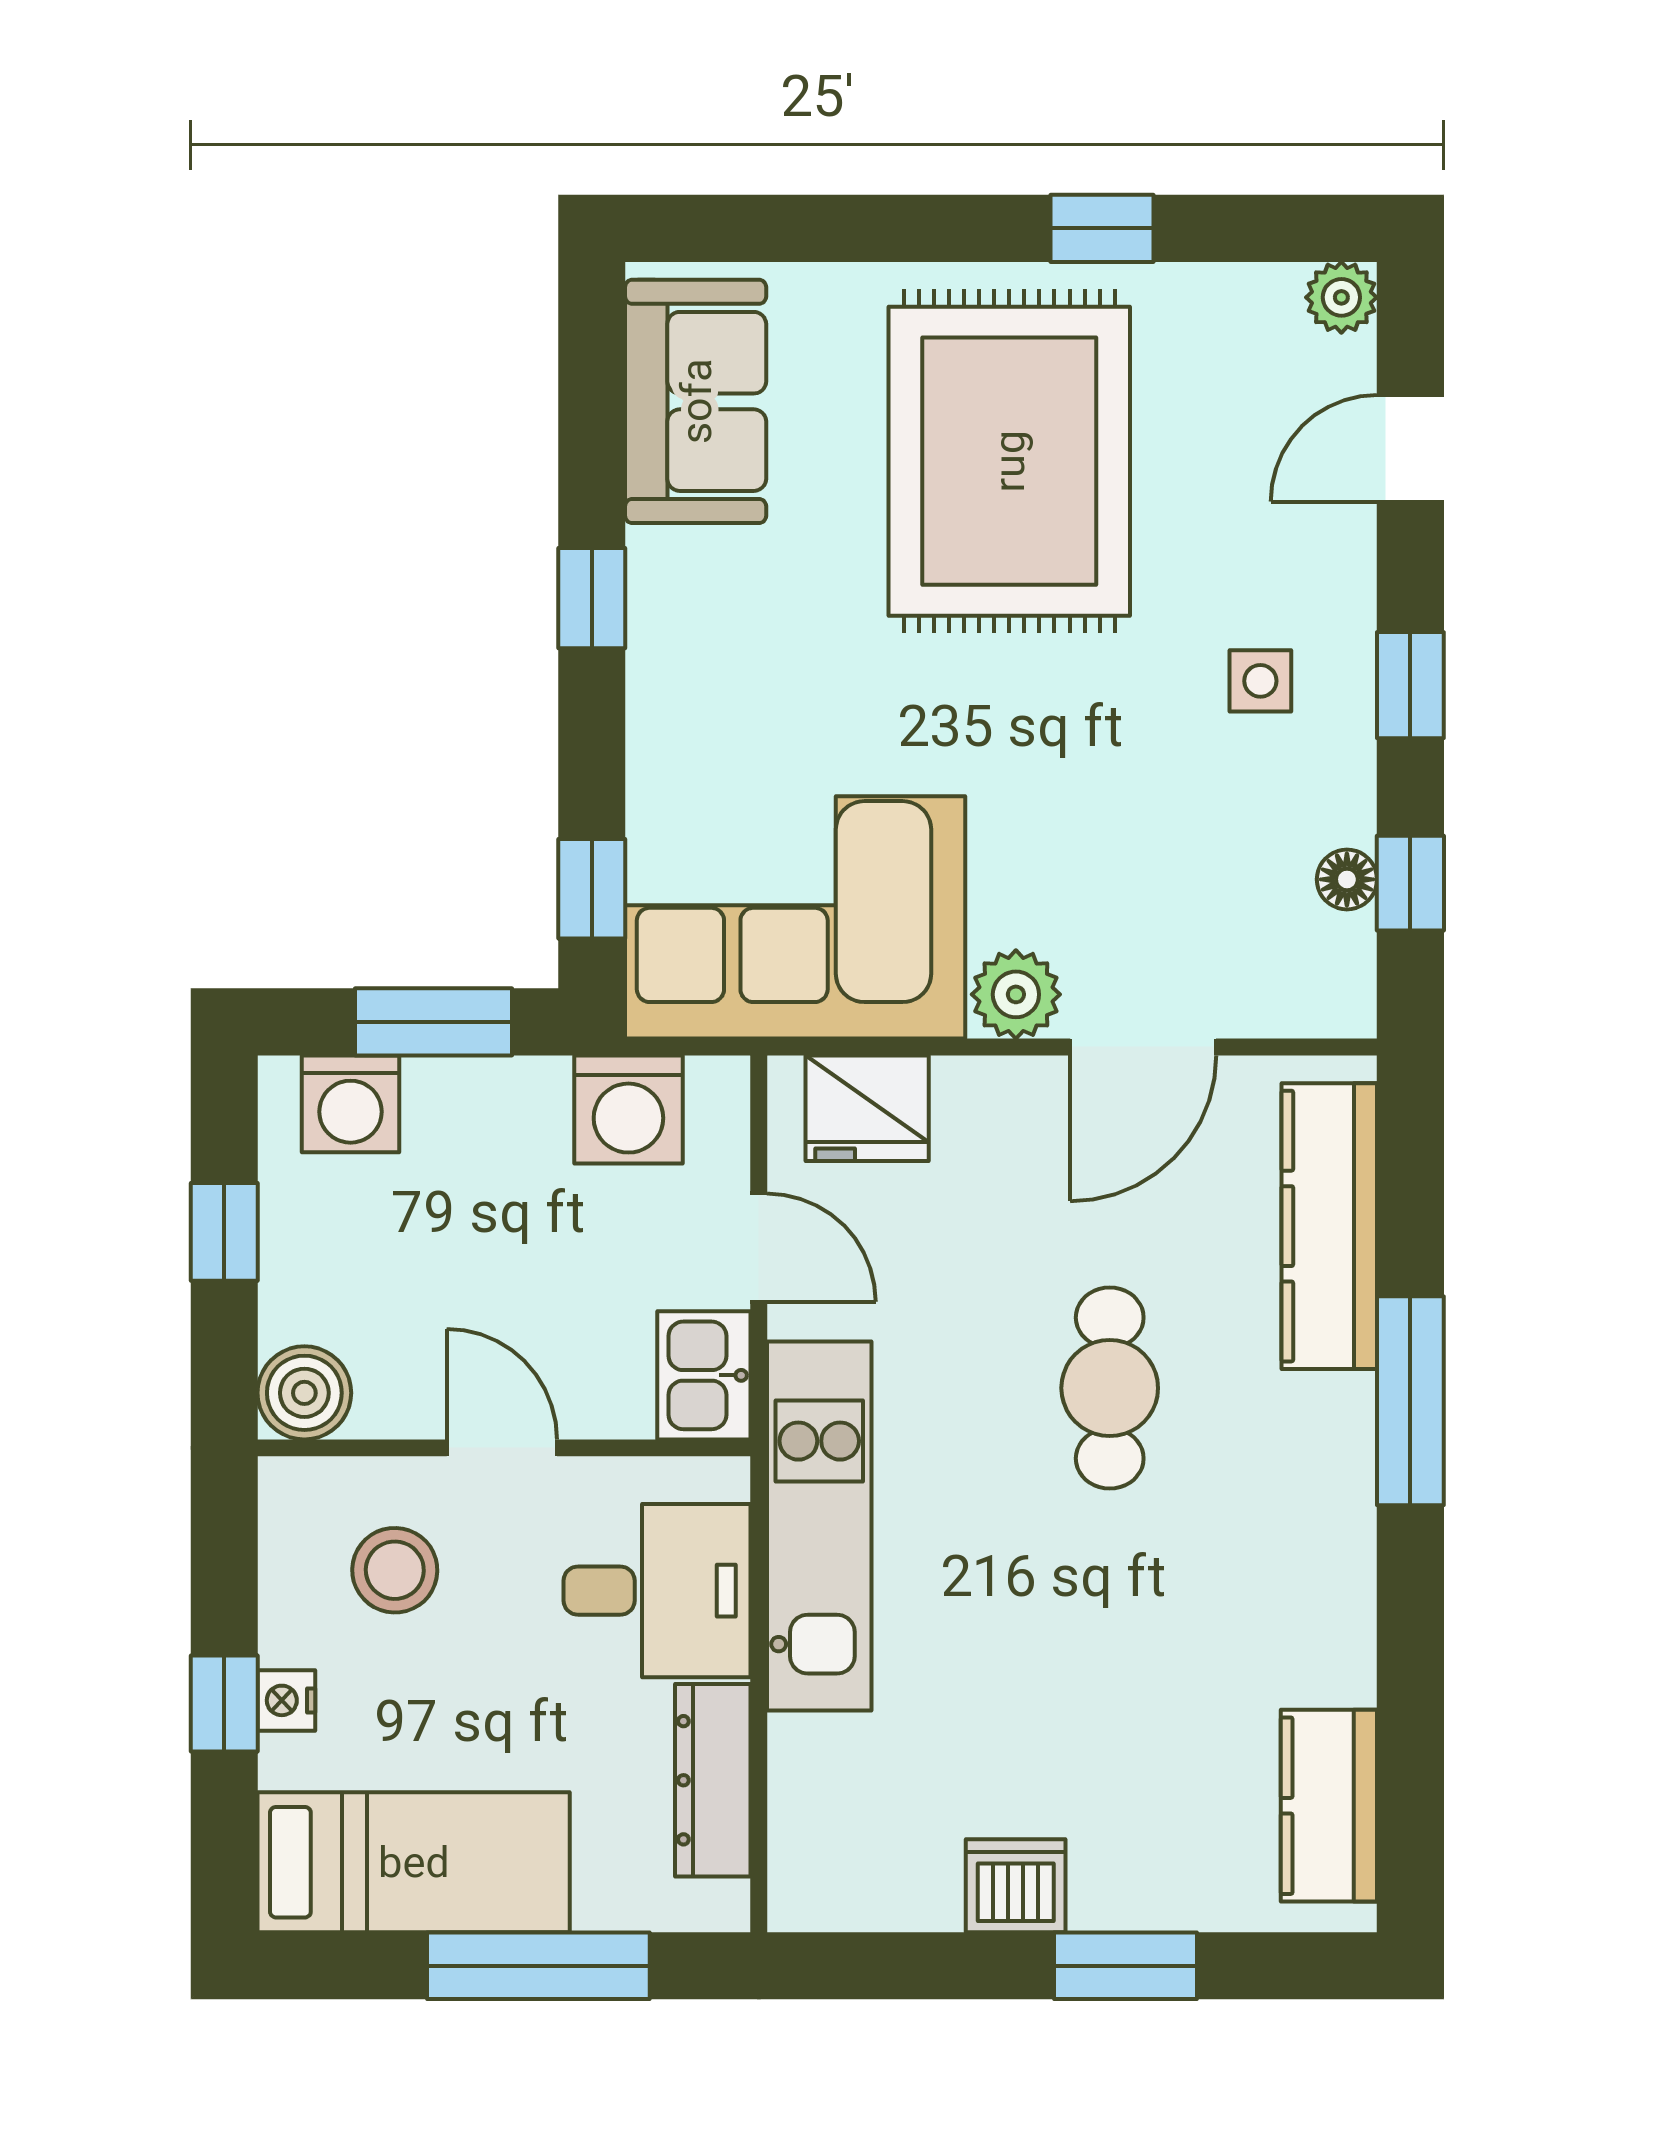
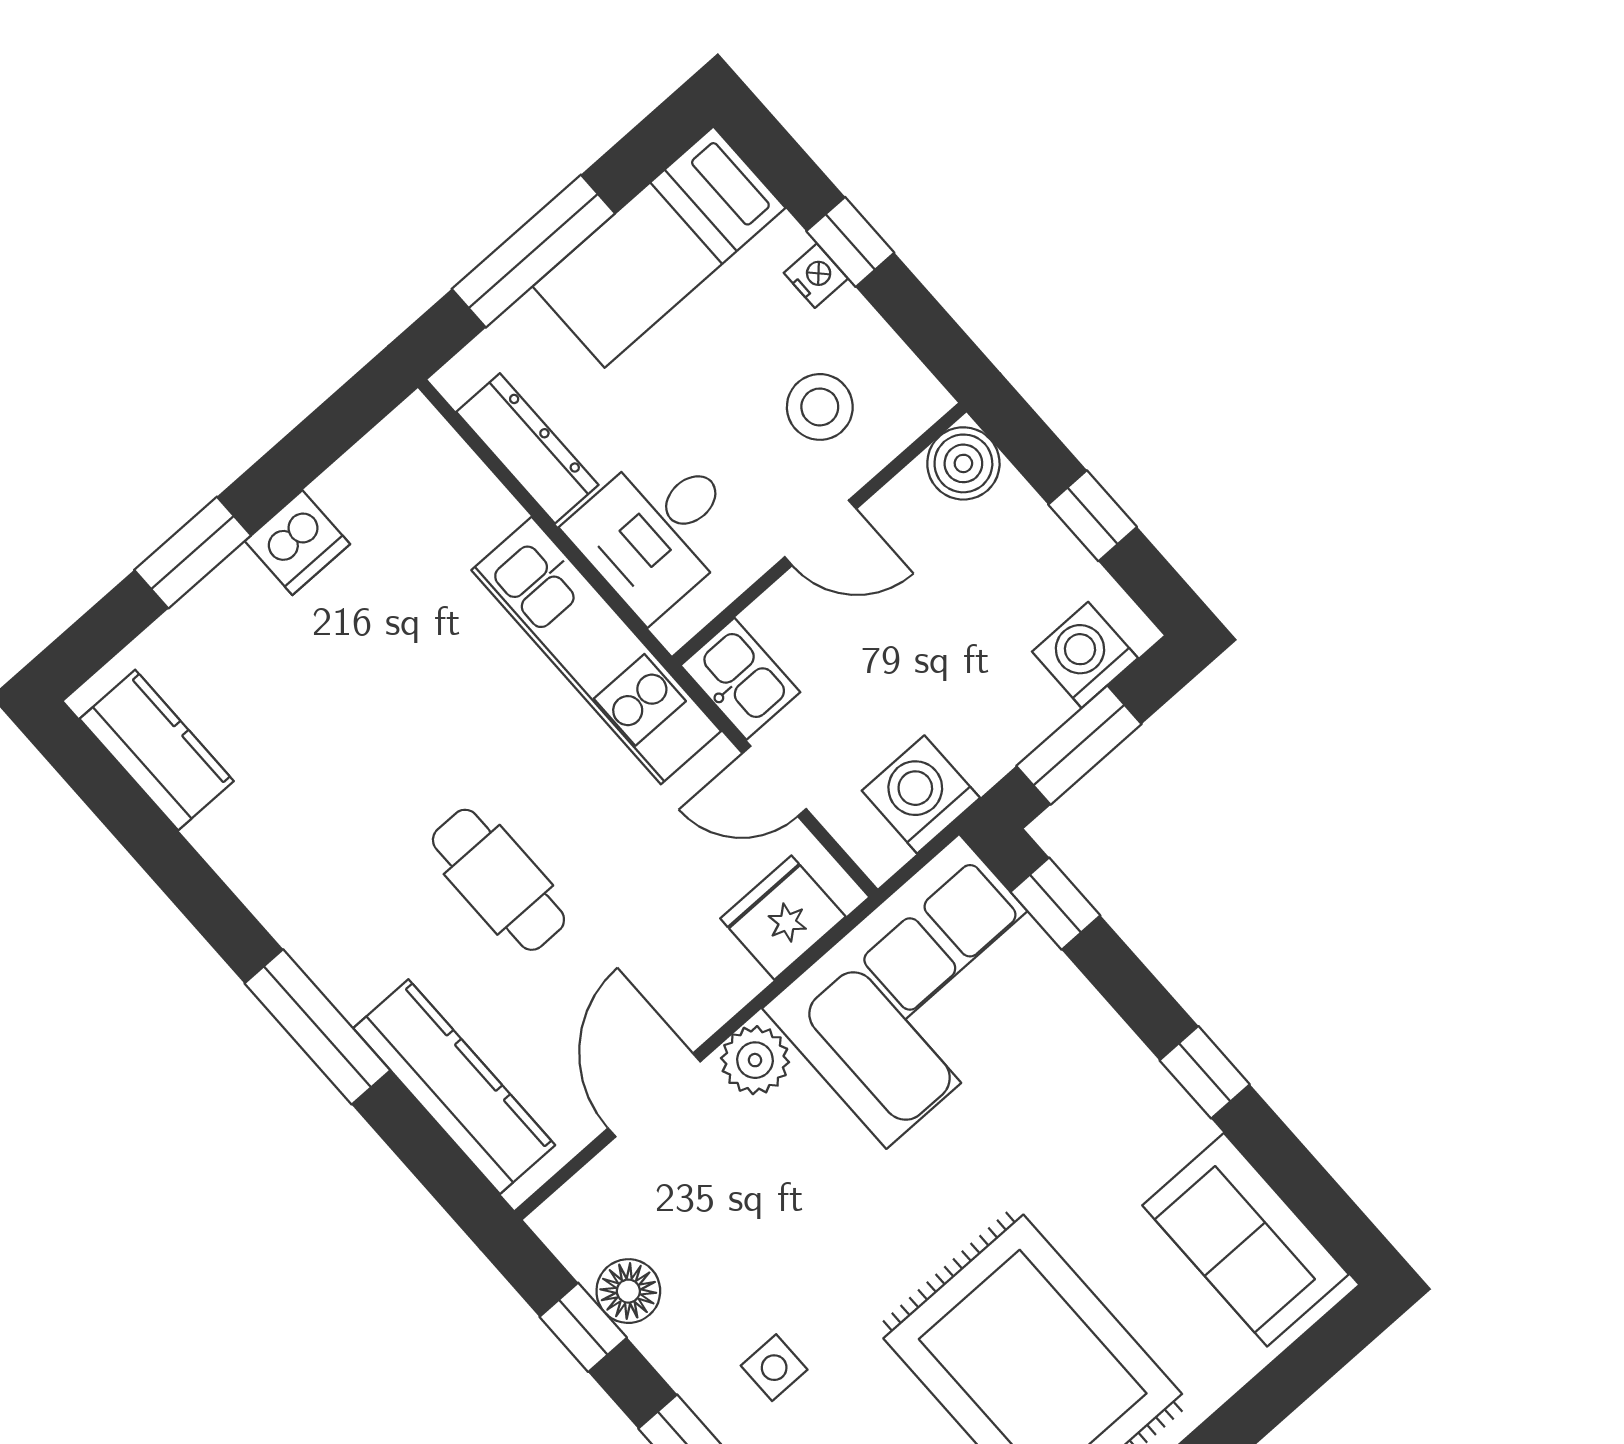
floor lamp: (1347, 879) -> (628, 1291), width x1.37, depth x1.37

